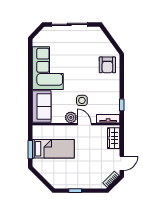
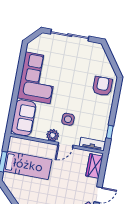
armchair: (107, 65) -> (102, 86), turned 180
door: (84, 124) -> (66, 145), swing flipped

